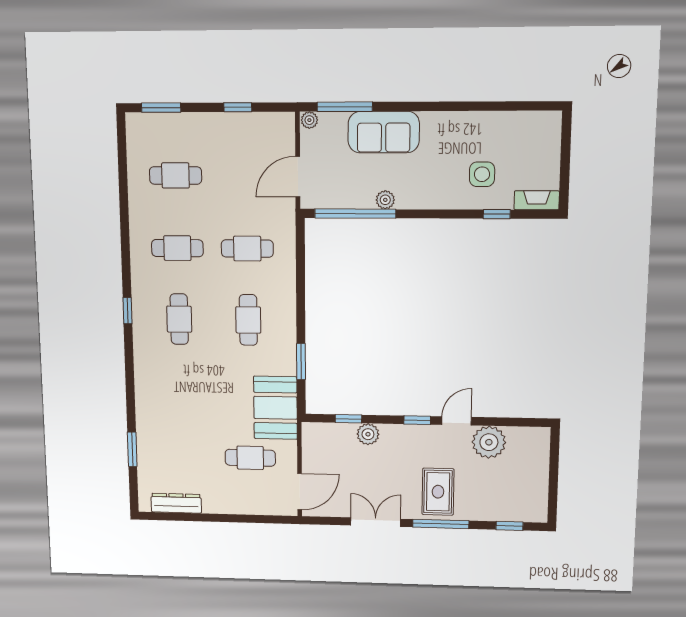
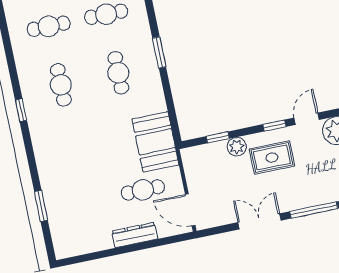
window: (127, 311) -> (21, 110), moved
window: (301, 362) -> (159, 52), moved
door: (300, 492) -> (190, 210), swing flipped
rug: (438, 492) -> (272, 158), moved, turned 90
dresser: (176, 503) -> (135, 235), moved

